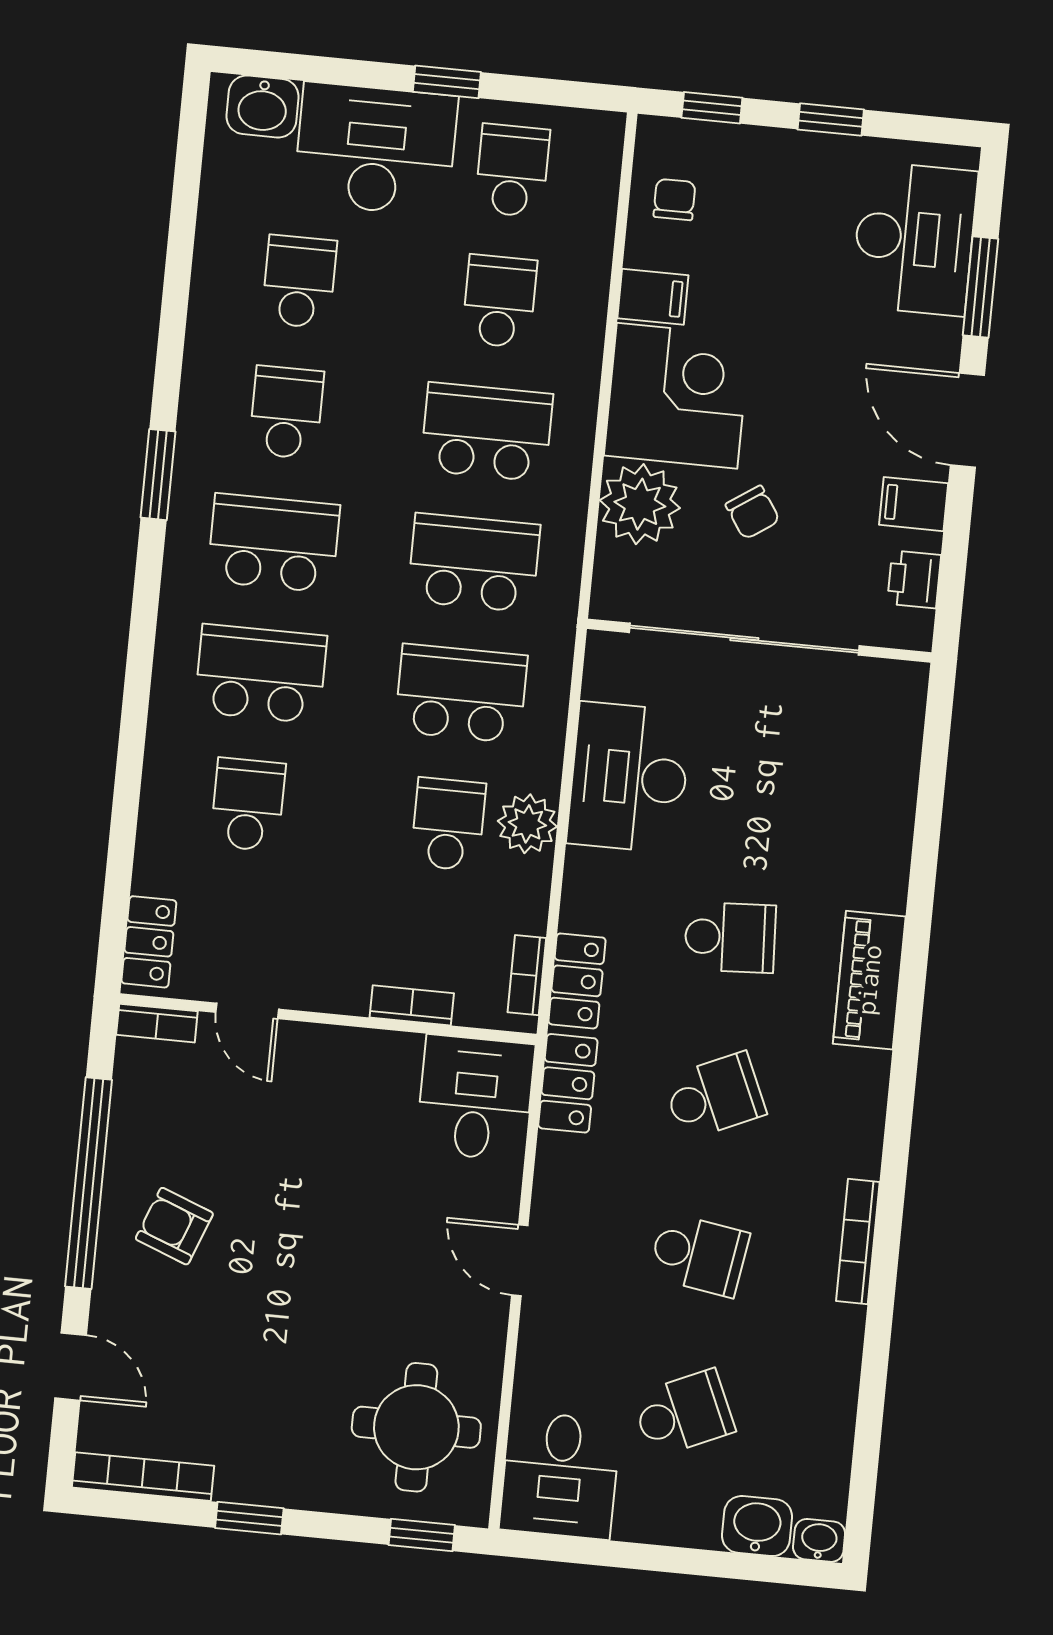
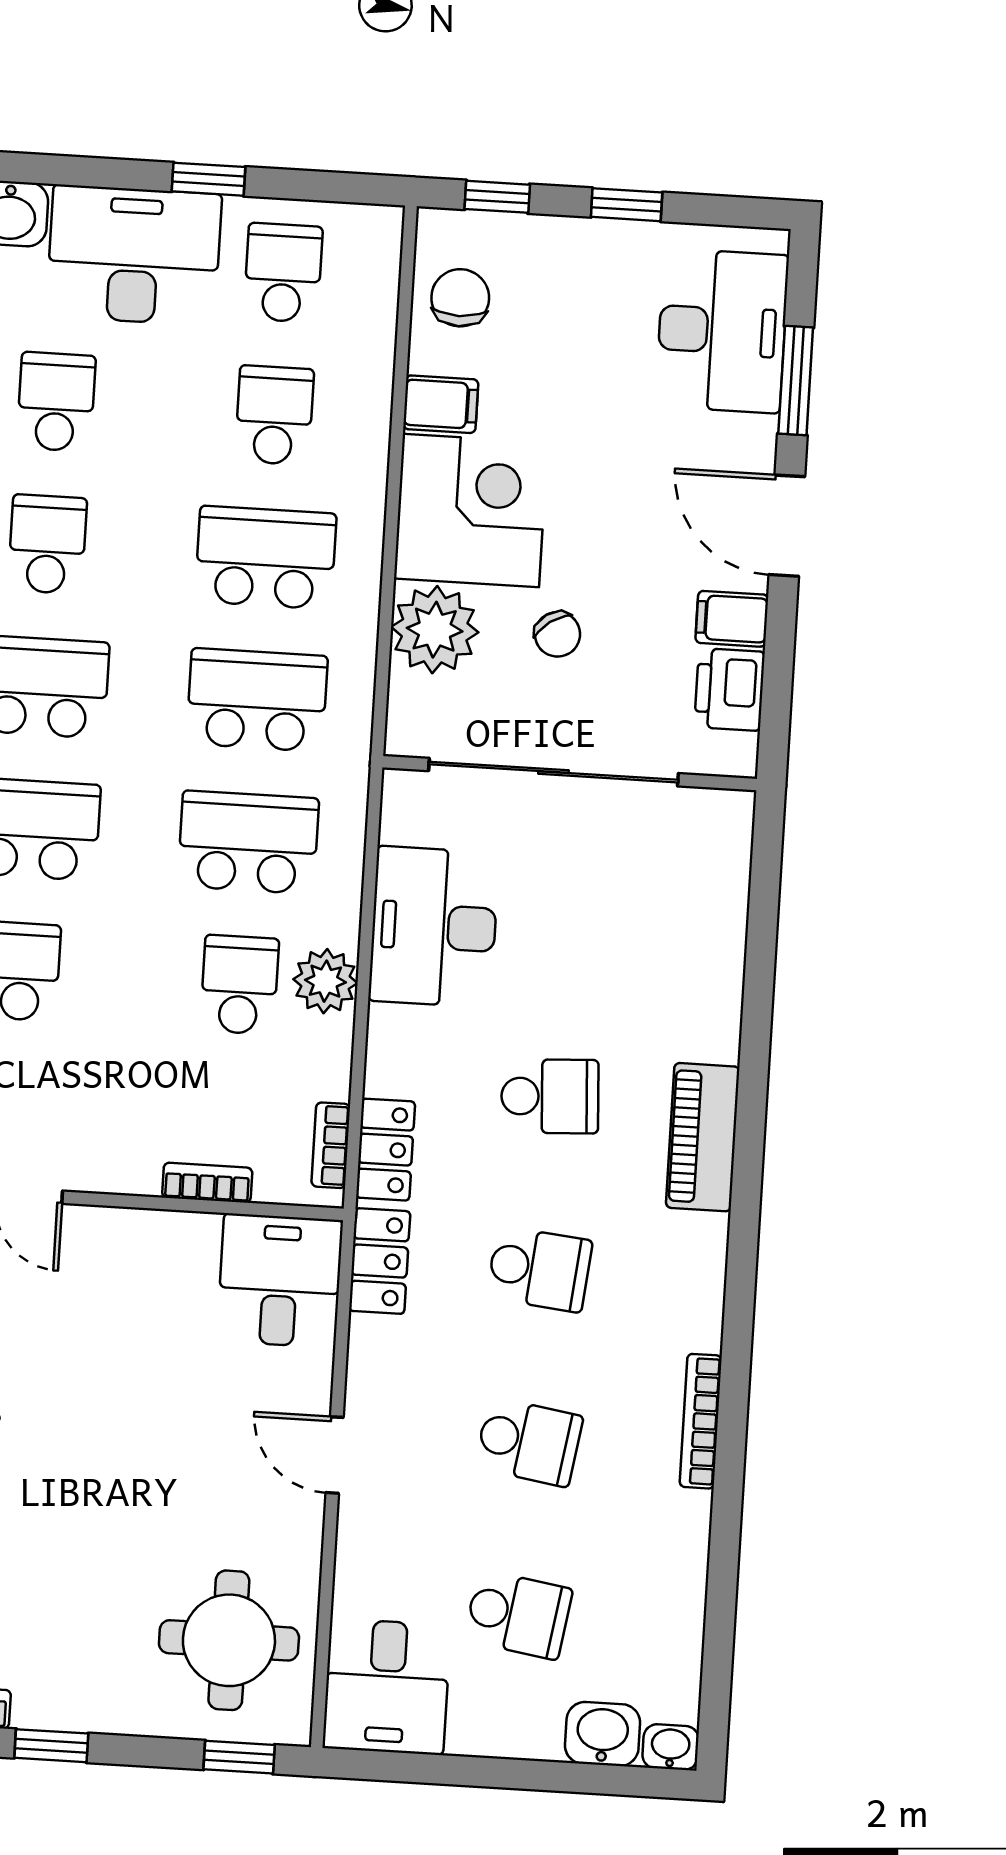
chair: (674, 200) -> (460, 298), width x1.37, depth x1.37
printer: (914, 579) -> (730, 689), width x1.36, depth x1.24
school desk: (715, 1096) -> (539, 1269), turned 30
school desk: (683, 1413) -> (518, 1615), turned 33

